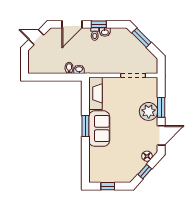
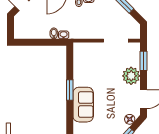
fireplace: (95, 93) -> (80, 58), removed
window: (161, 107) -> (143, 61), moved
sofa: (99, 129) -> (83, 105), moved

